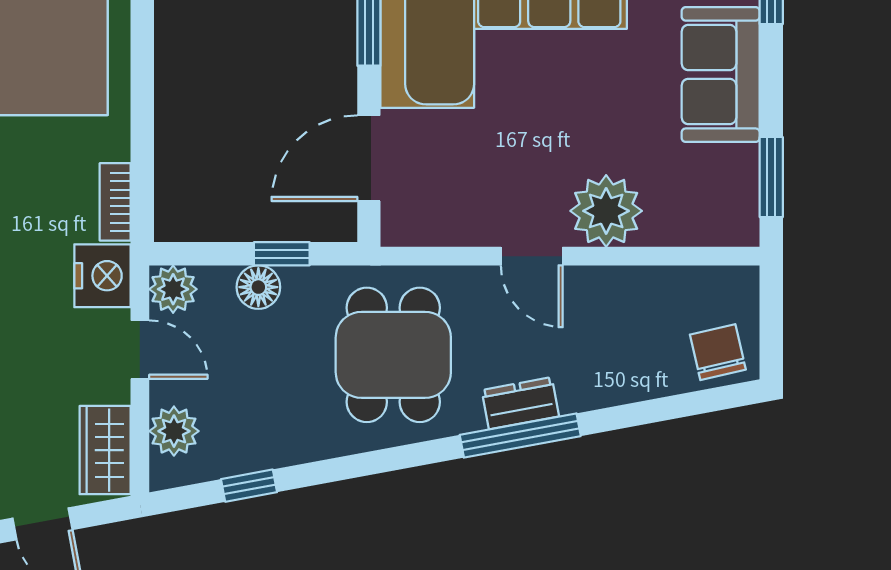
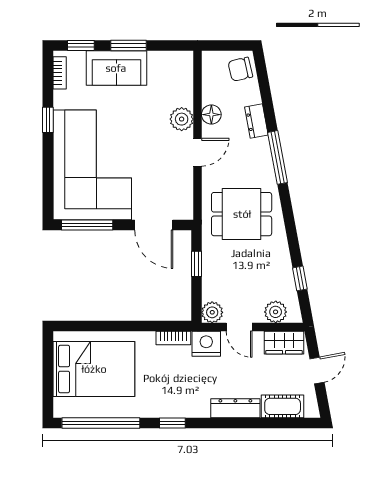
window: (771, 177) -> (129, 45), moved
plant: (606, 211) -> (182, 119), width x0.73, depth x0.73
floor lamp: (258, 287) -> (211, 115), moved
door: (140, 350) -> (239, 327), swing flipped
dresser: (520, 403) -> (256, 121), moved

